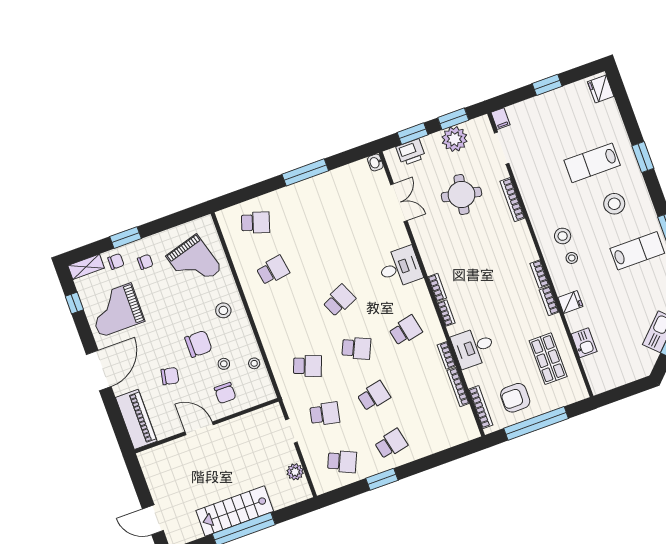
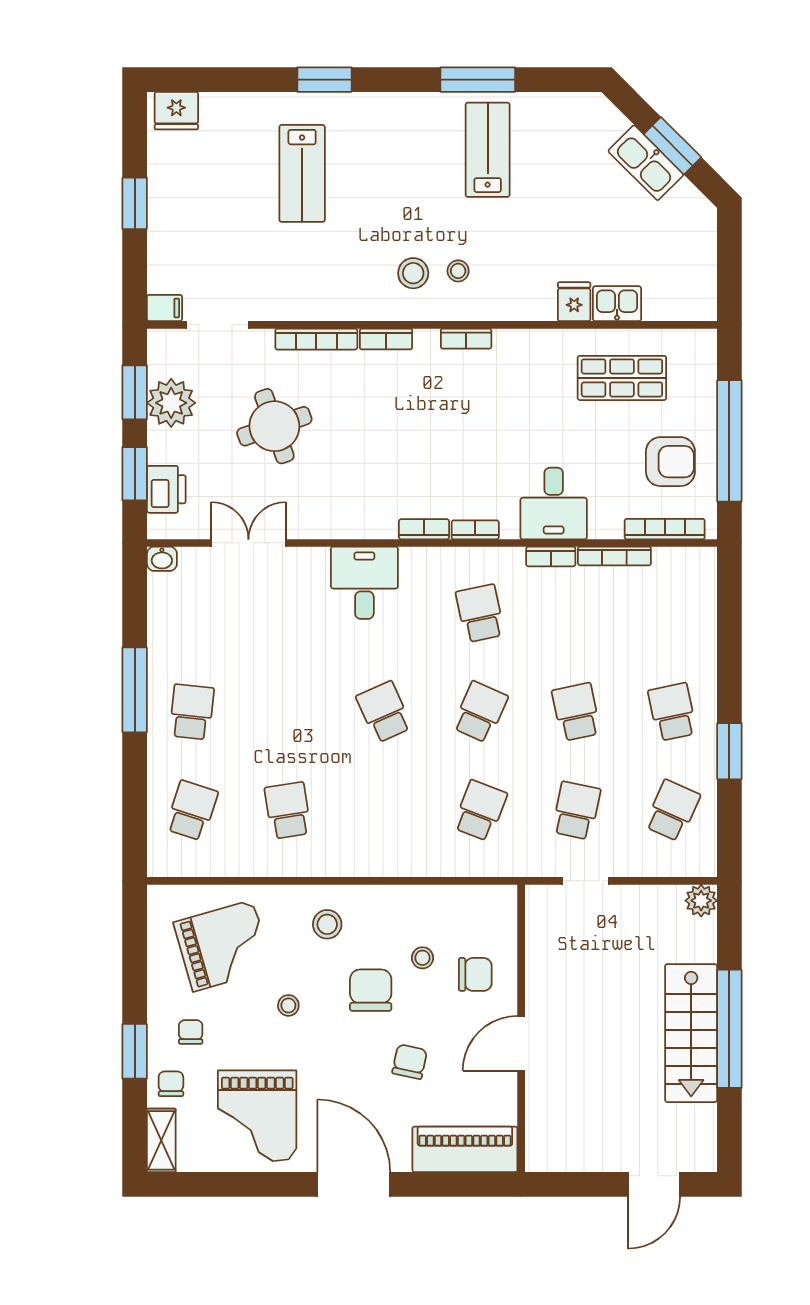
round table: (461, 195) -> (274, 426), turned -30
stool: (614, 204) -> (389, 161), removed
school desk: (305, 205) -> (192, 712), added
bookcase: (549, 301) -> (386, 339), moved
fridge: (570, 302) -> (574, 302), moved
window: (74, 303) -> (218, 1184), removed
stool: (254, 363) -> (288, 1005), moved
armchair: (515, 398) -> (670, 462), turned -90
plant: (295, 472) -> (701, 901), moved

